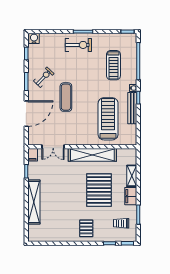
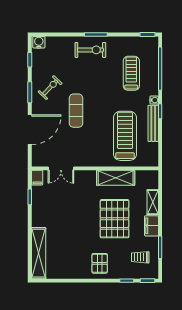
treadmill: (113, 65) -> (131, 73), turned 180
shelving: (92, 155) -> (116, 178), width x0.68
shelving: (34, 202) -> (39, 253), moved

